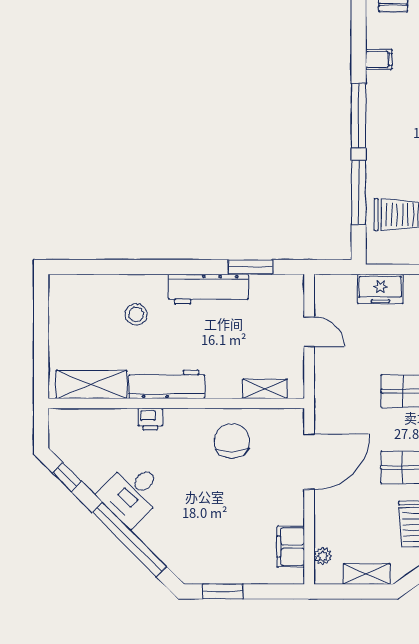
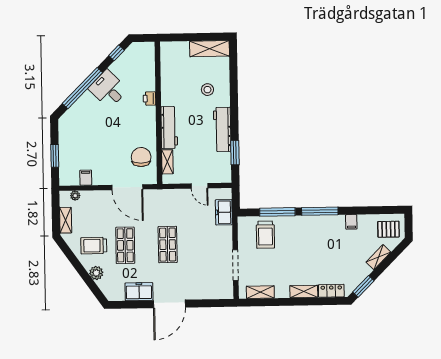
freezer: (380, 289) -> (224, 212), moved
door: (309, 332) -> (200, 186), hinge flipped
shelving: (92, 384) -> (210, 49), moved, turned 90
workbench: (167, 384) -> (169, 128), moved
chair: (232, 441) -> (141, 157), moved, turned -90
filing cabinet: (291, 547) -> (86, 178), width x0.50
window: (223, 591) -> (55, 156), moved

